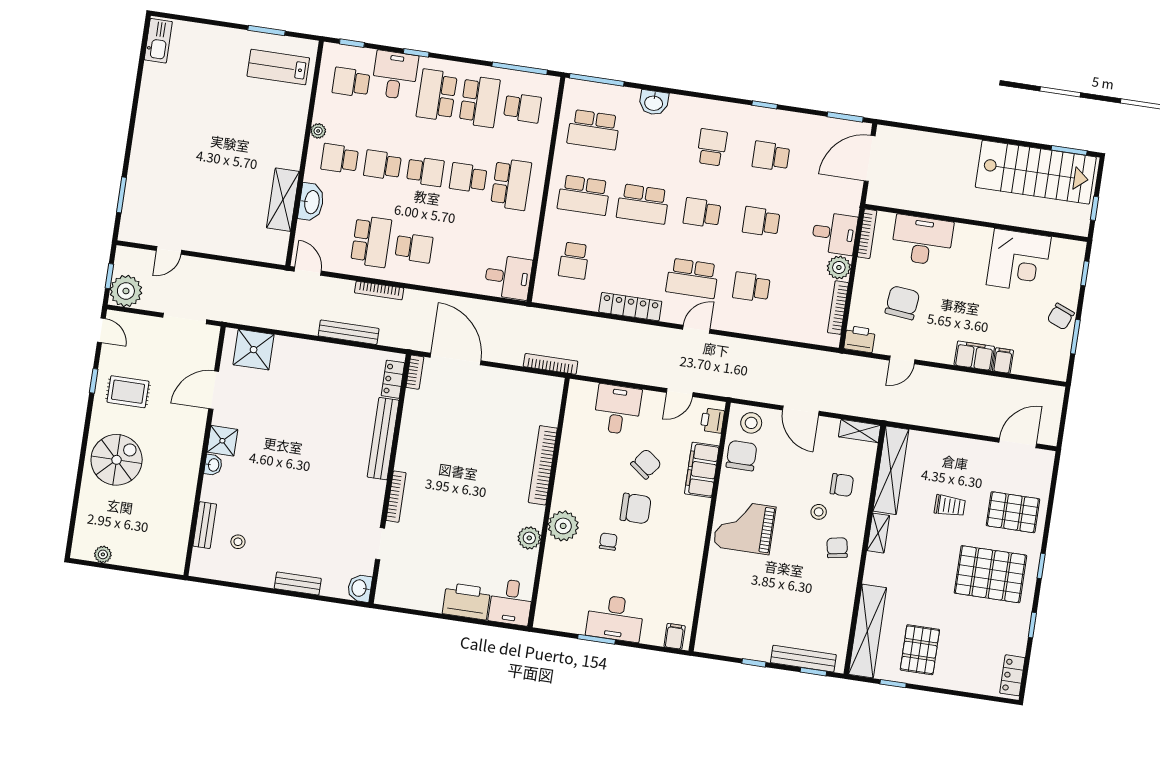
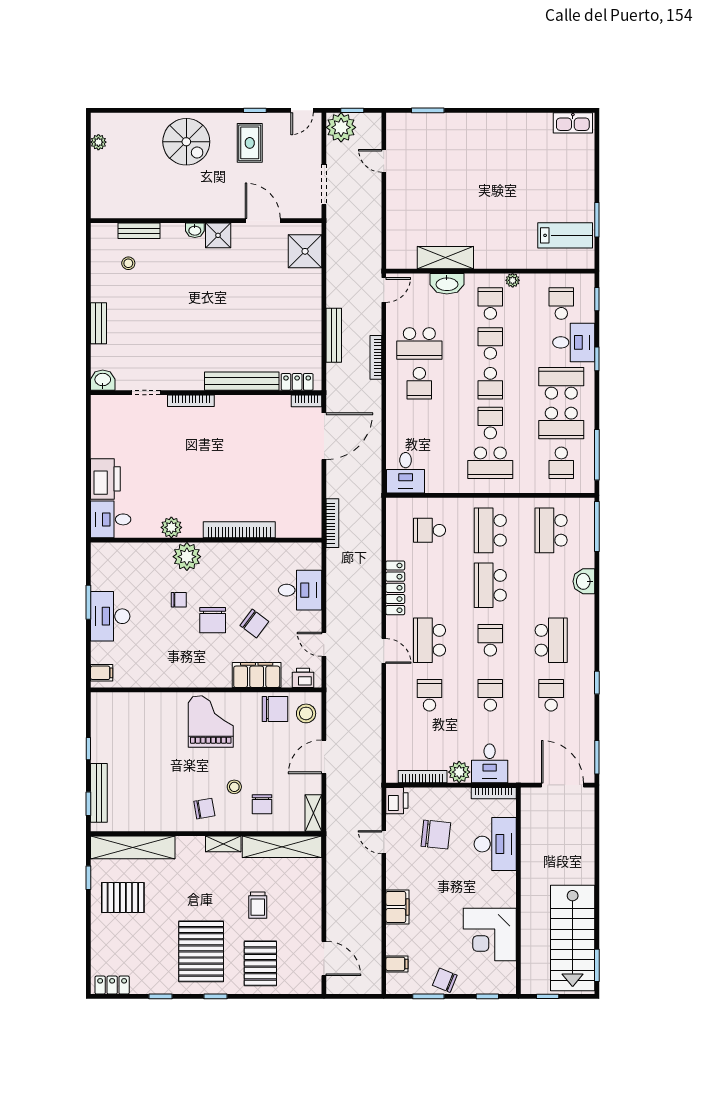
lab bench: (278, 67) -> (565, 235), turned 90
school desk: (712, 147) -> (551, 640), width x1.85
filing cabinet: (1003, 361) -> (397, 964), moved

